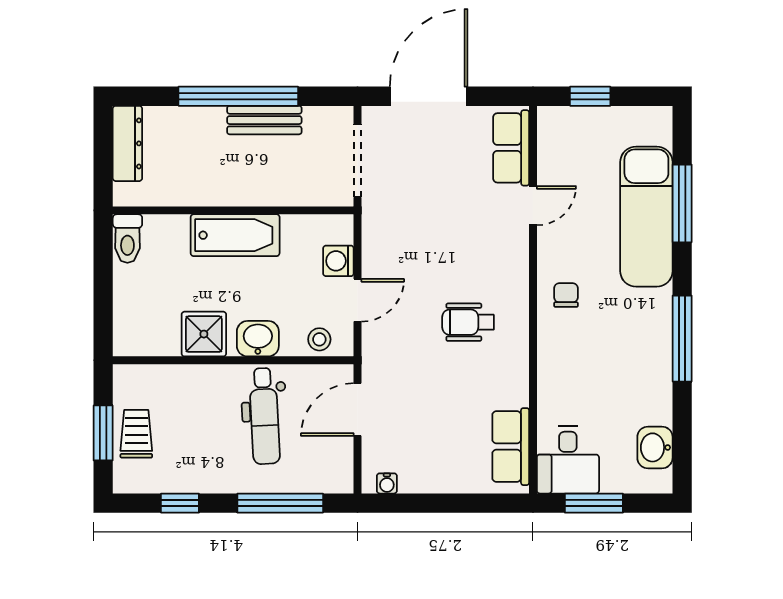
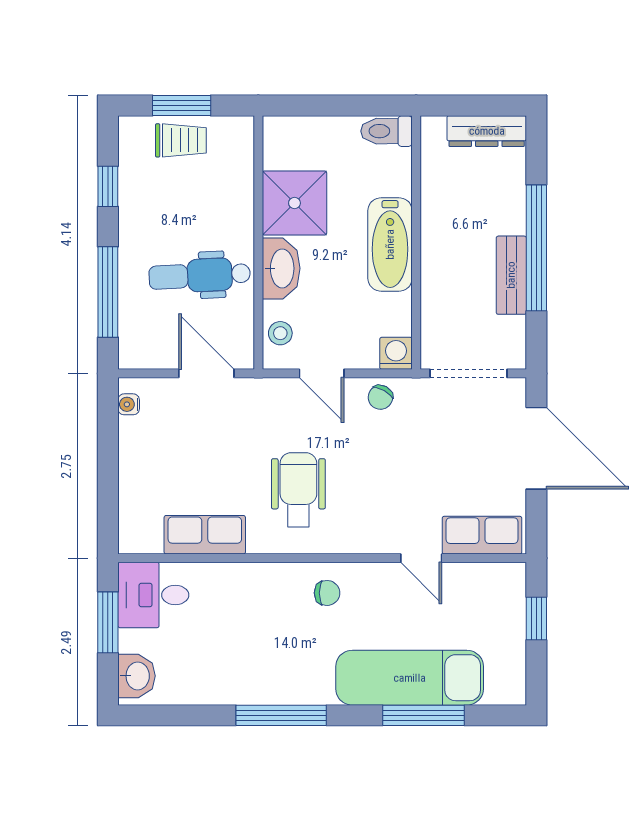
chair: (380, 244) -> (380, 397), added
washing machine: (338, 261) -> (396, 353), moved
wheelchair: (468, 322) -> (298, 490), width x1.36, depth x1.37
shower: (204, 334) -> (294, 203), width x1.36, depth x1.36
washbasin: (258, 339) -> (281, 268), width x1.38
row of seats: (511, 447) -> (205, 535), moved
washbasin: (655, 447) -> (137, 676), moved, turned 90

